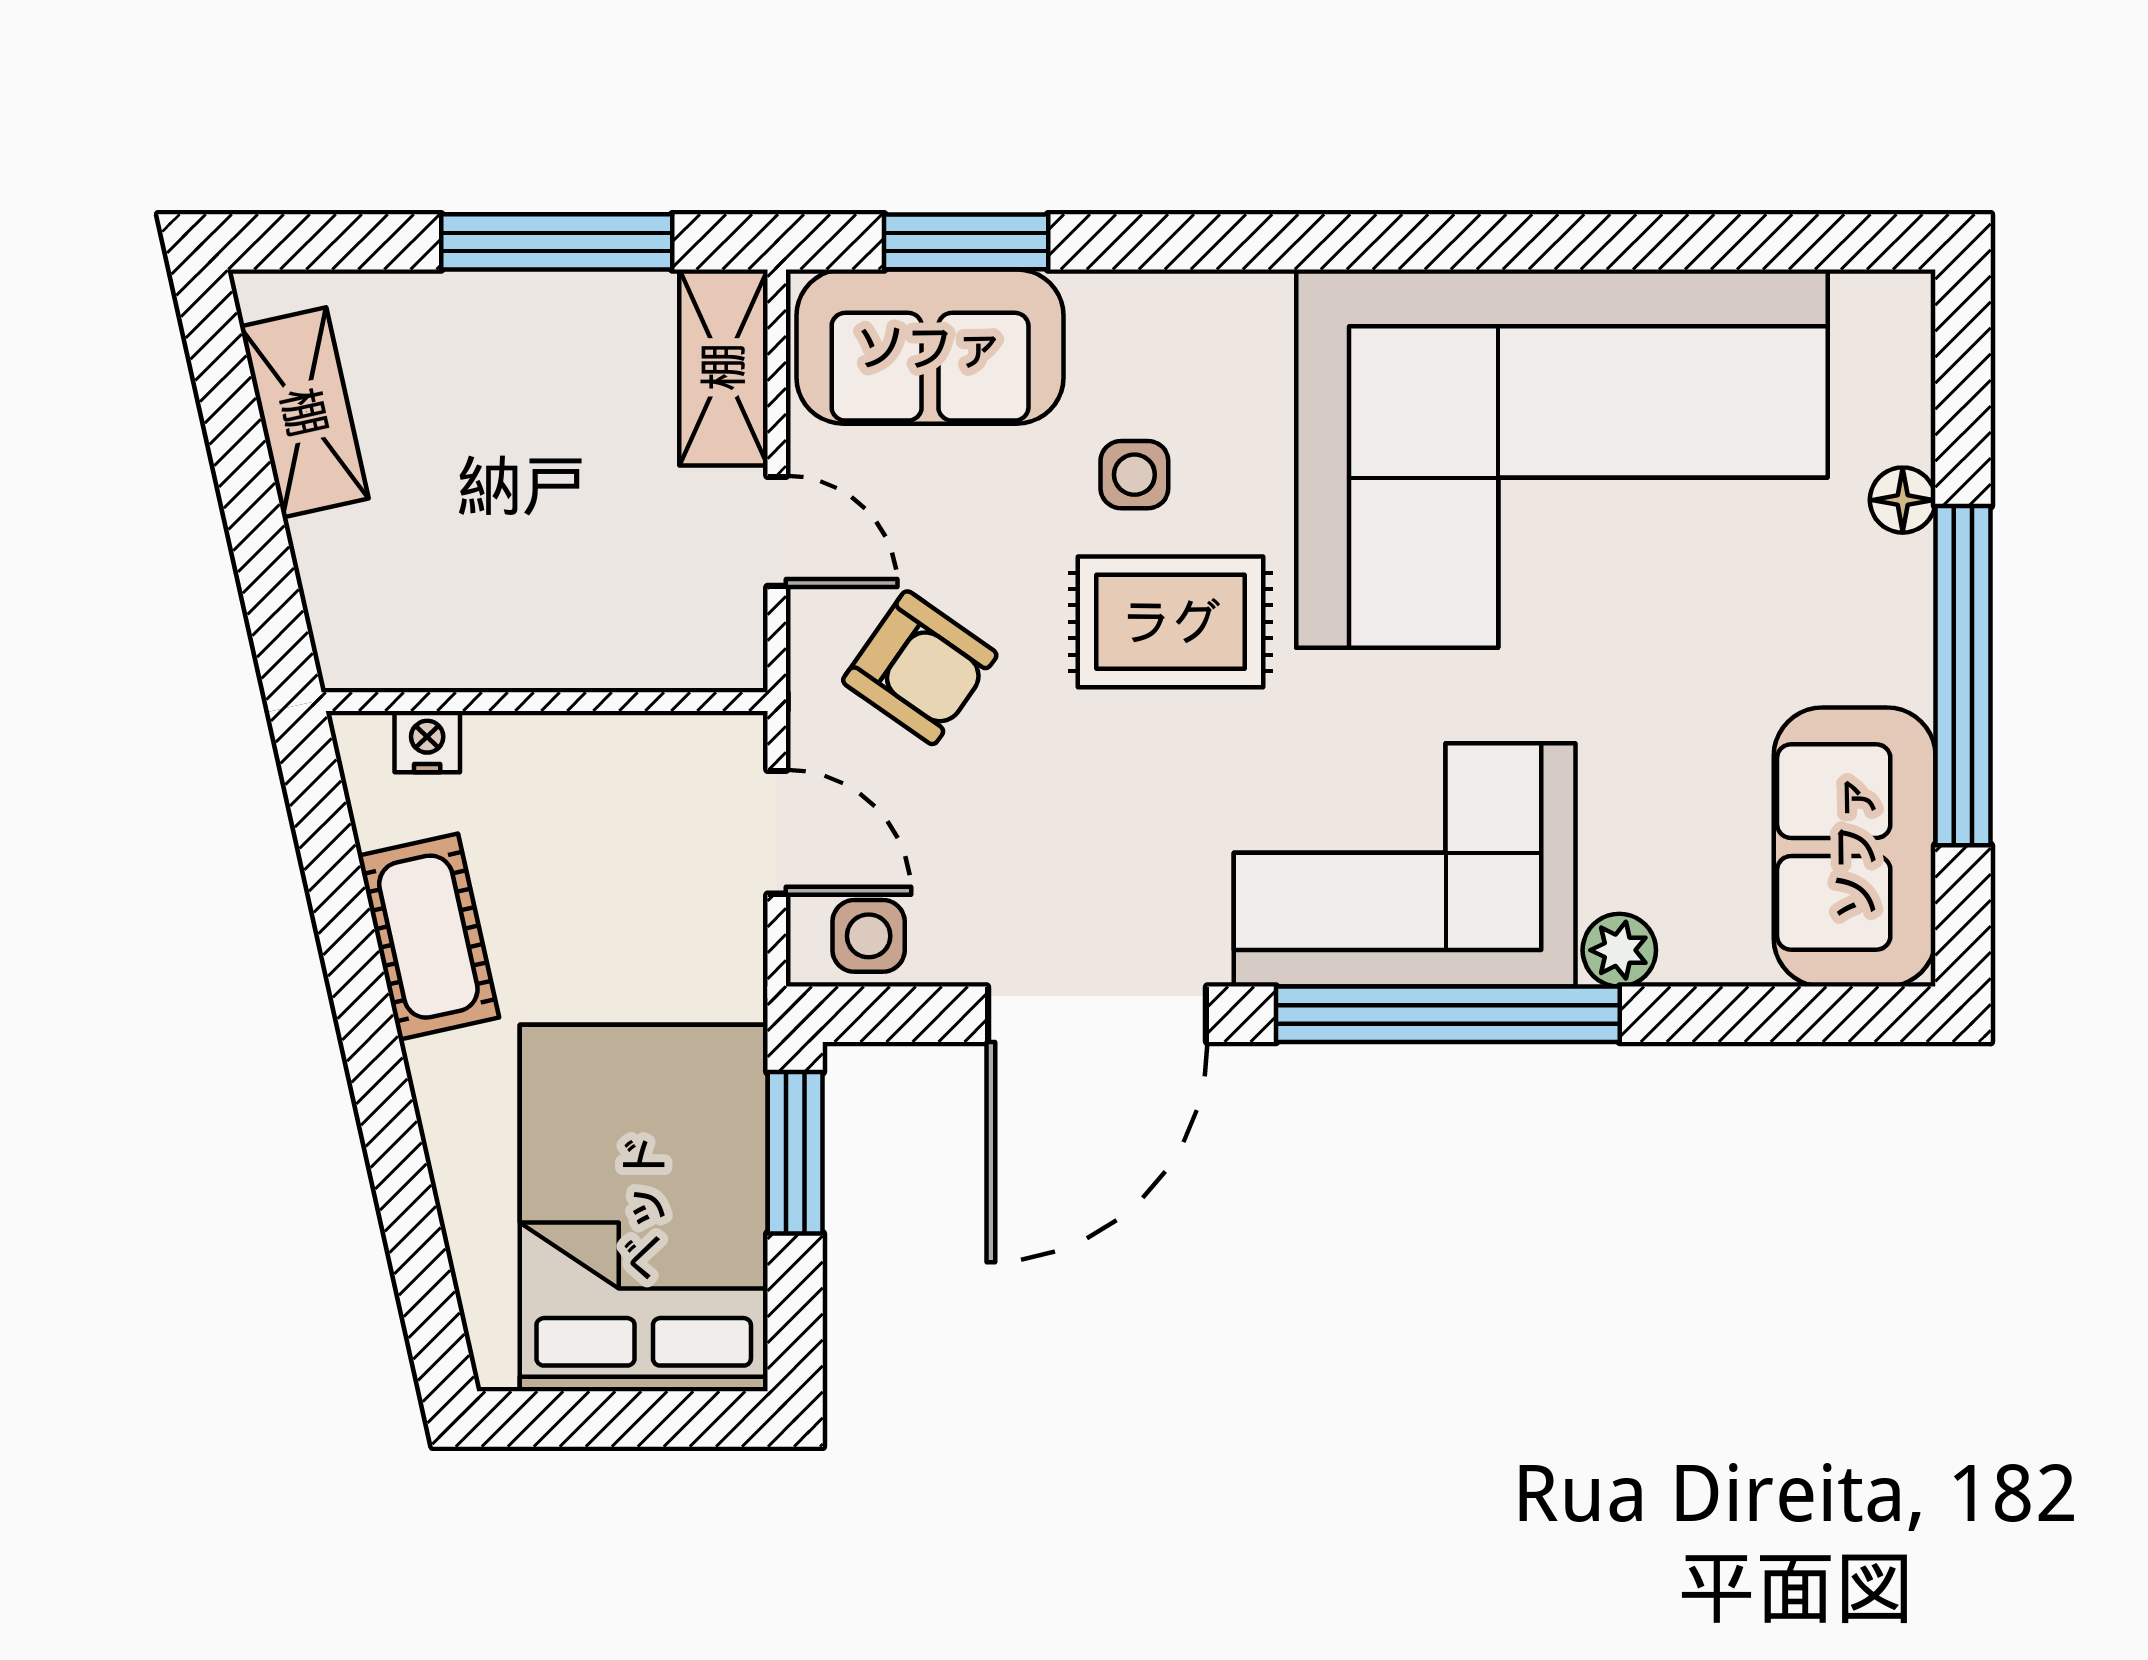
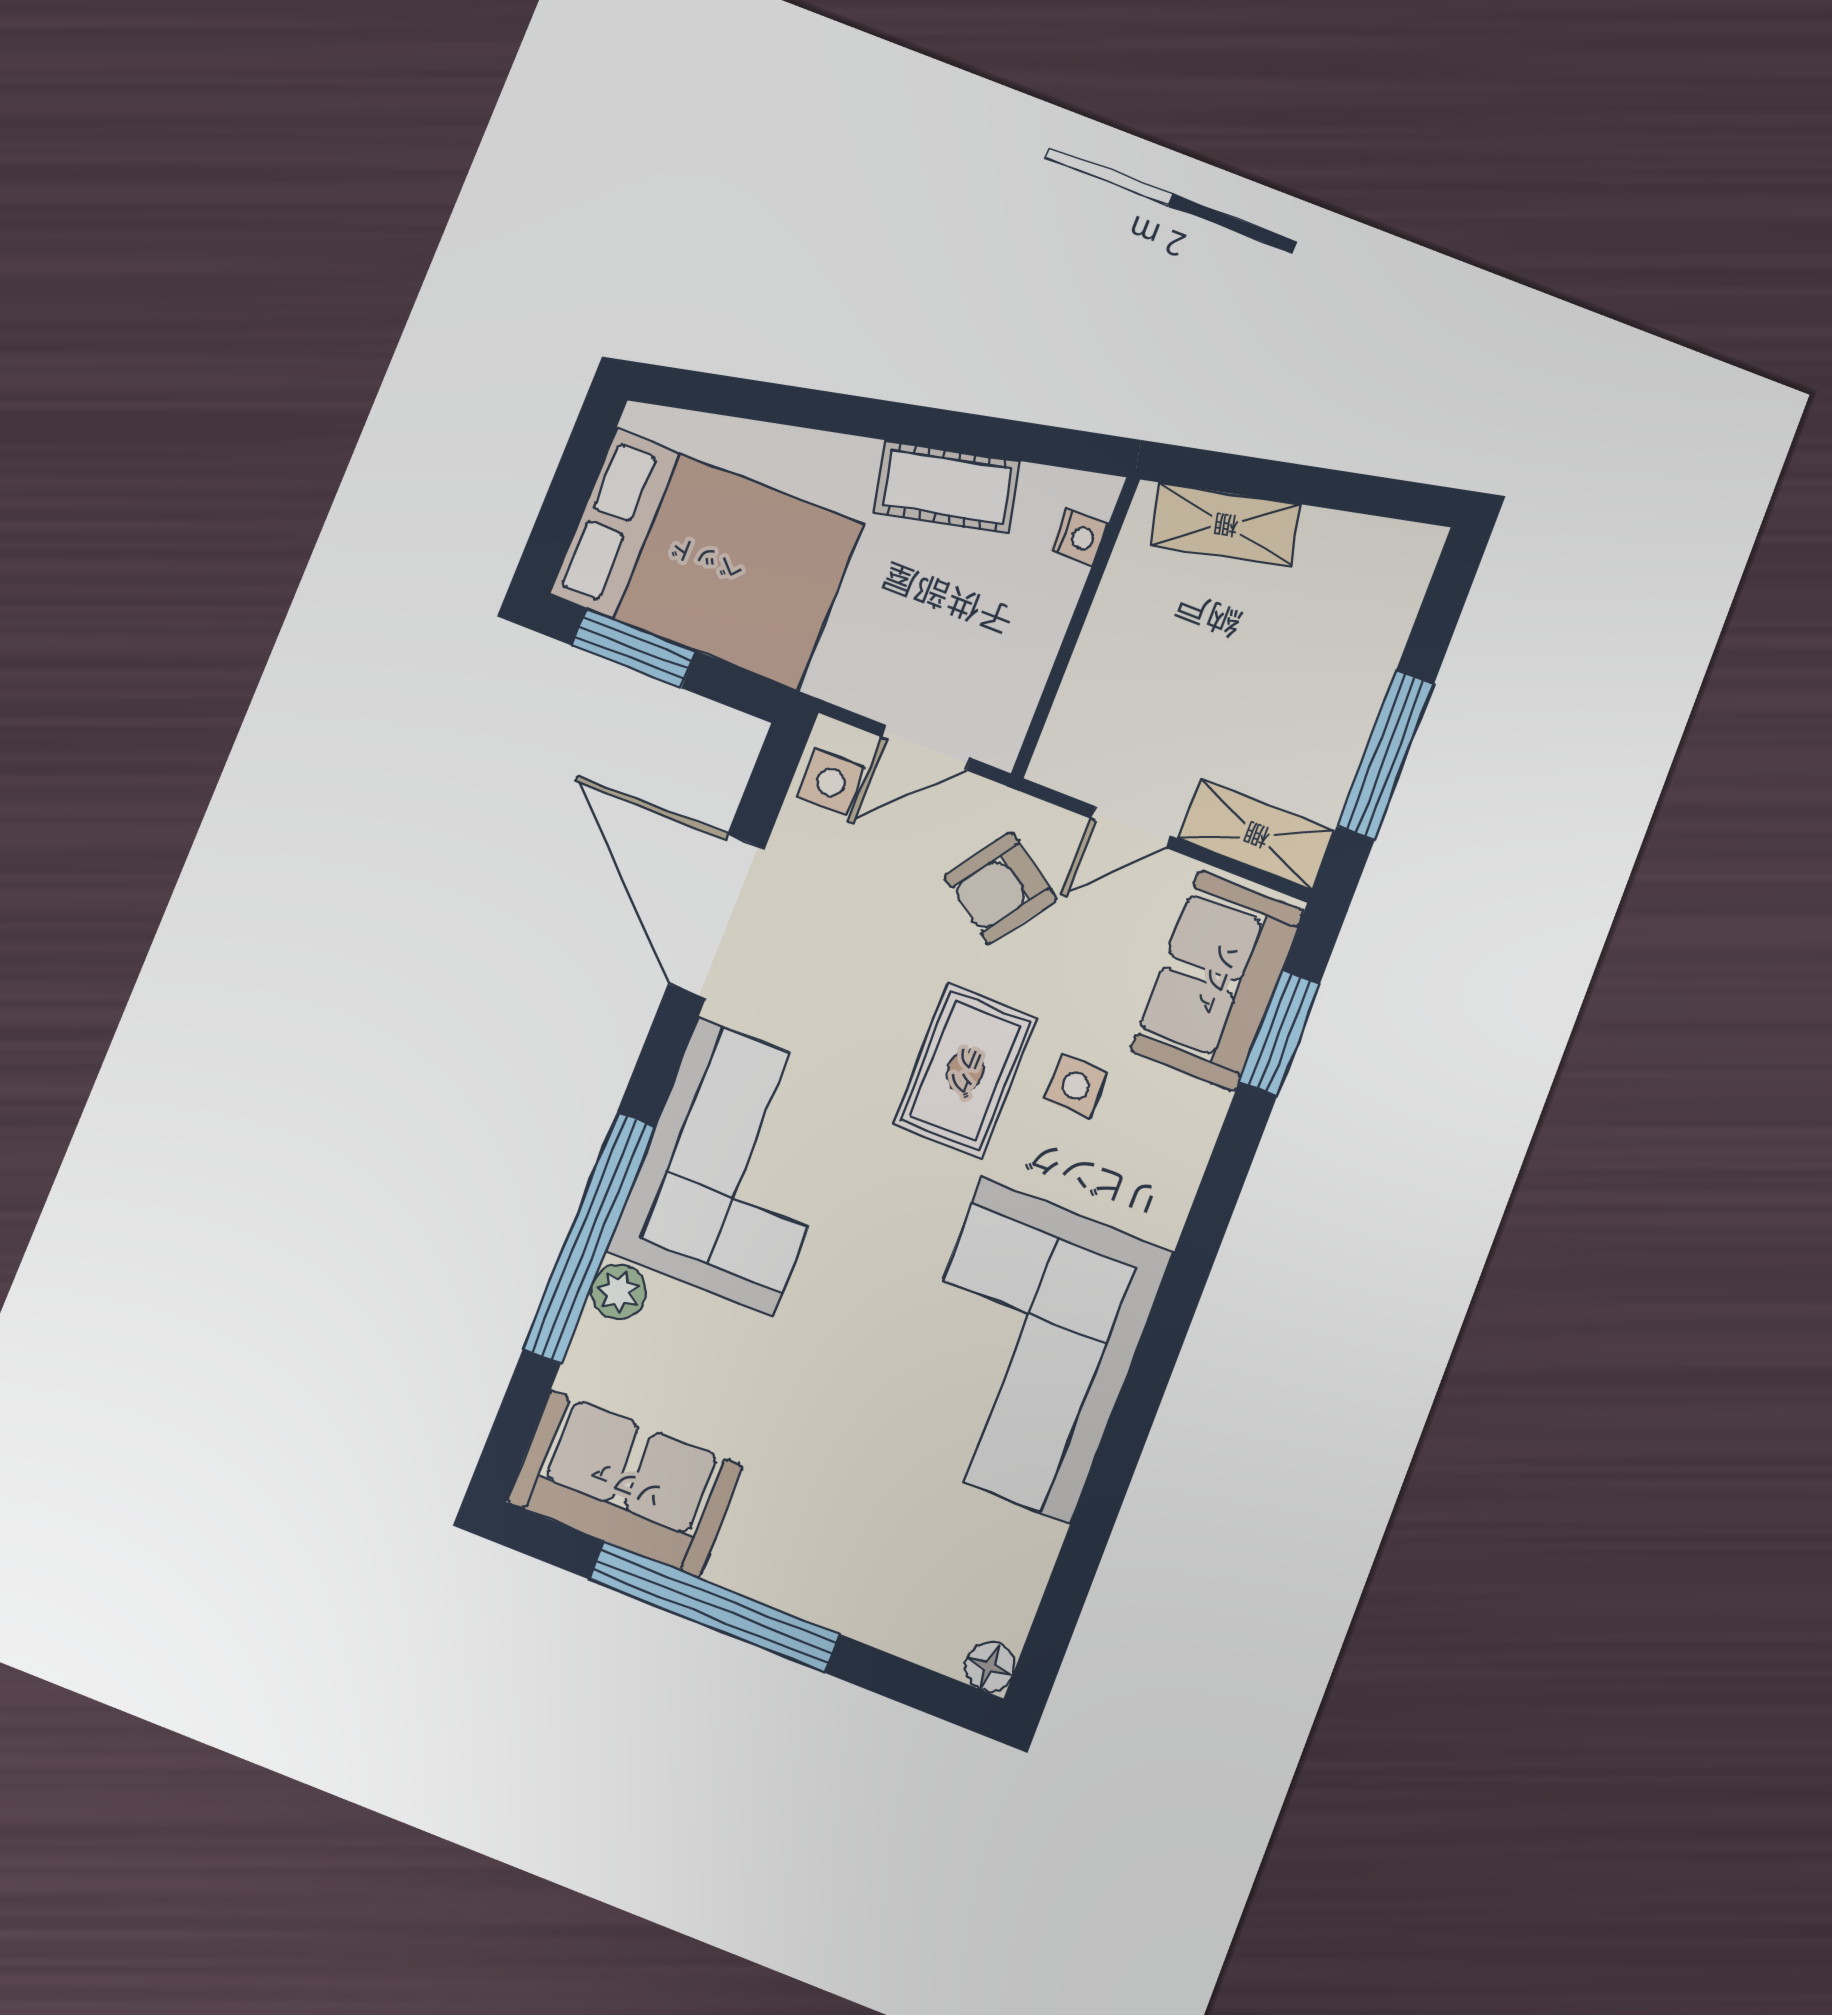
shelving: (304, 412) -> (1226, 525), moved
corner sofa: (1562, 459) -> (1026, 1350), width x0.73, depth x0.74
floor lamp: (1903, 500) -> (990, 1667), moved
window: (1448, 1014) -> (589, 1237), moved
window: (795, 1153) -> (634, 648), moved

